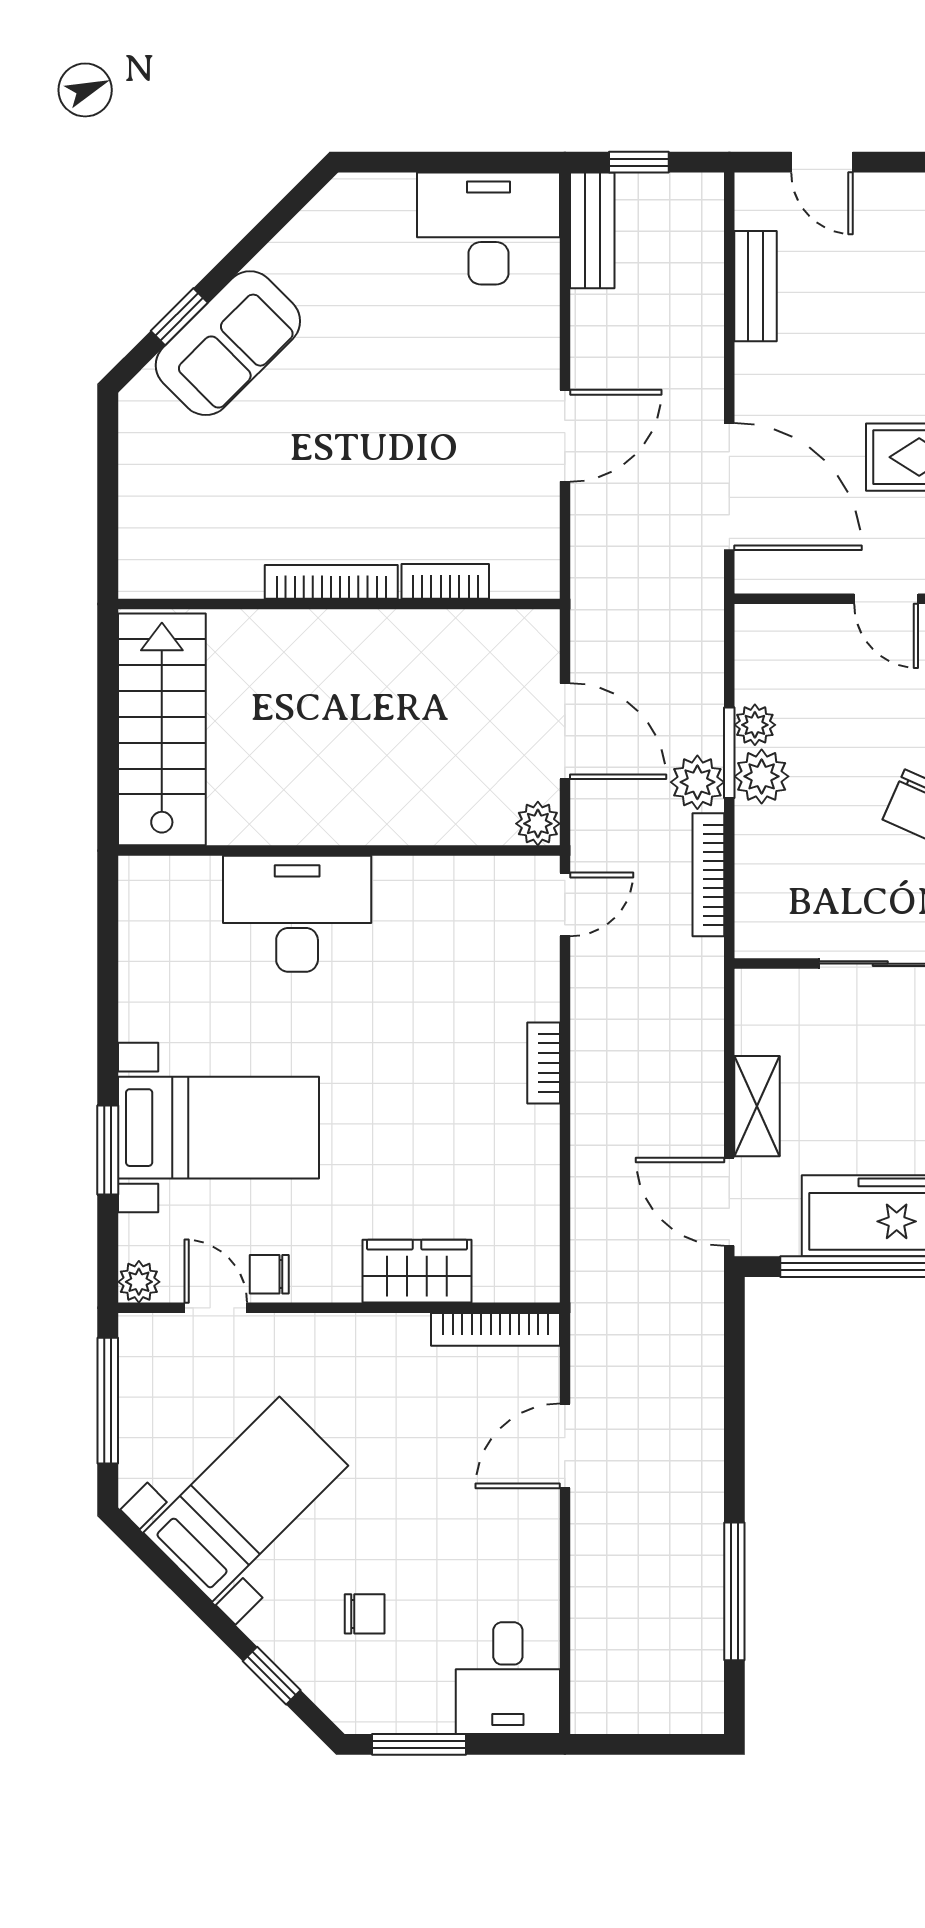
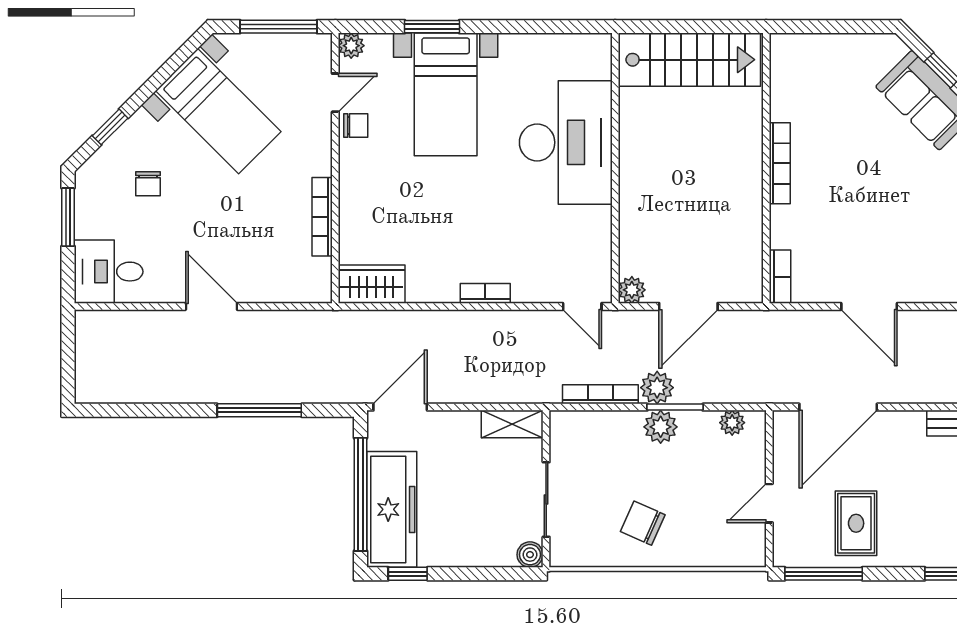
bookcase: (445, 581) -> (780, 277), moved
plant: (755, 725) -> (732, 423), moved
desk: (297, 914) -> (566, 142), width x1.36, depth x1.30
shelving: (757, 1106) -> (512, 424), moved
wardrobe: (417, 1271) -> (372, 284), moved, turned -90
chair: (269, 1274) -> (356, 125), turned 90
bookcase: (495, 1329) -> (322, 217), moved
door: (565, 1446) -> (211, 306), moved
window: (734, 1591) -> (259, 410), moved

